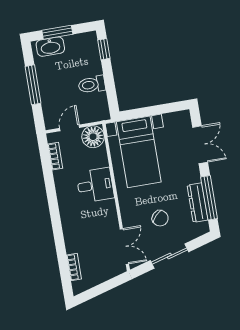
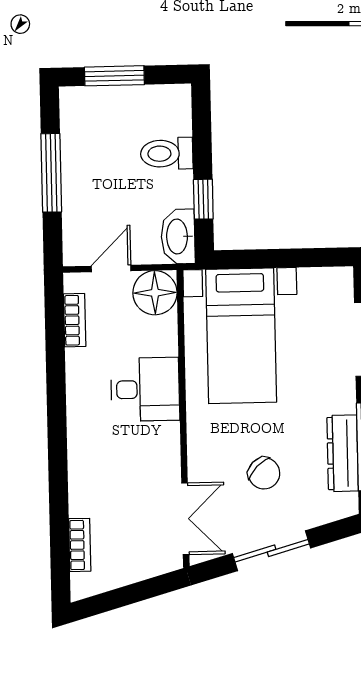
washbasin: (50, 47) -> (178, 236), moved, turned 90
window: (104, 49) -> (203, 199), moved
toilet: (92, 85) -> (167, 153), moved

